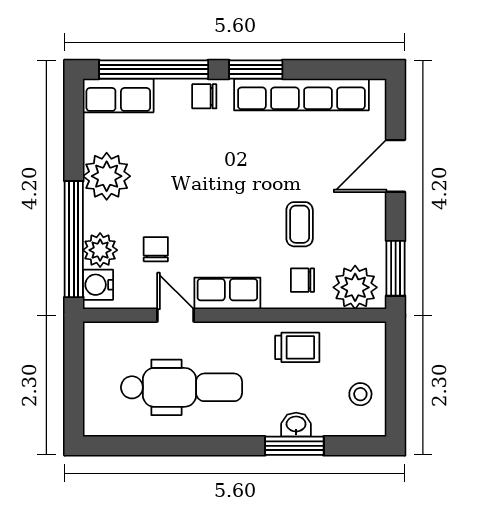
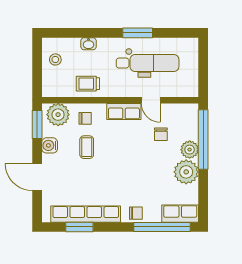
window: (256, 69) -> (79, 227), moved
door: (396, 166) -> (37, 177), swing flipped
plant: (100, 250) -> (190, 150), moved
water cooler: (98, 285) -> (50, 145), moved, turned 180
dental chair: (182, 387) -> (148, 63), turned 180
window: (294, 446) -> (138, 33), moved

